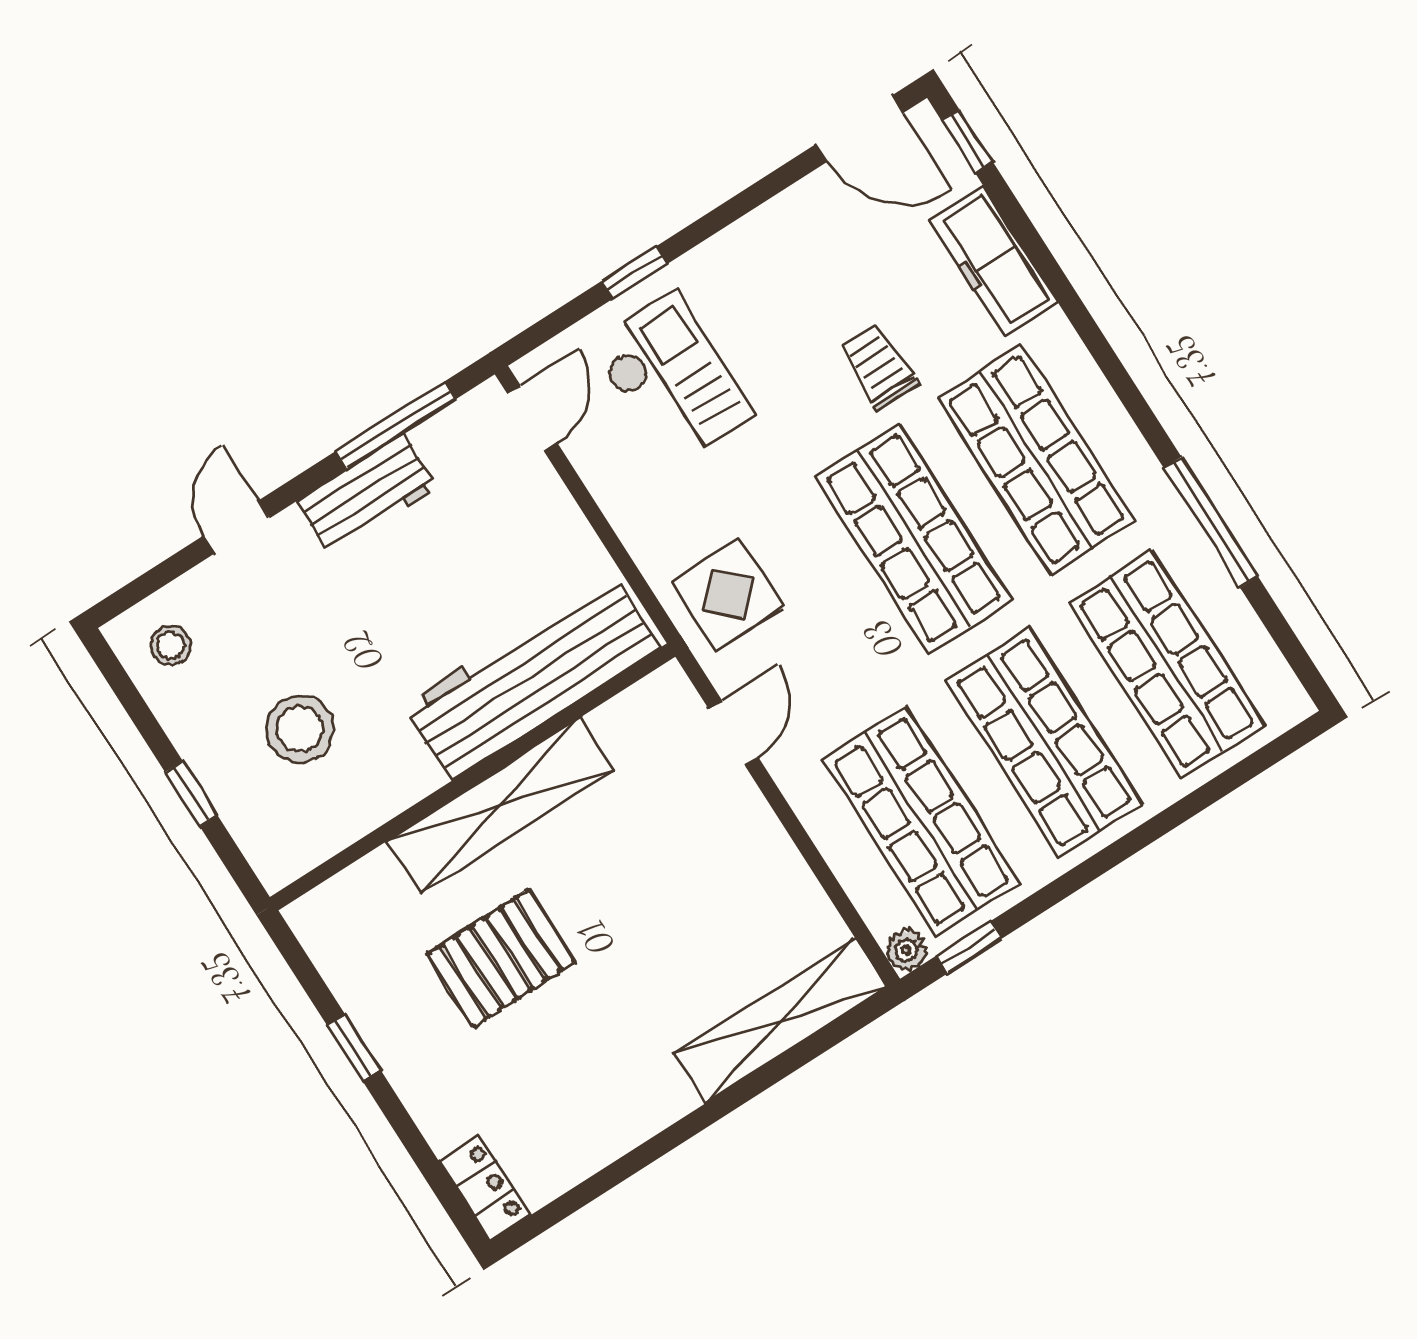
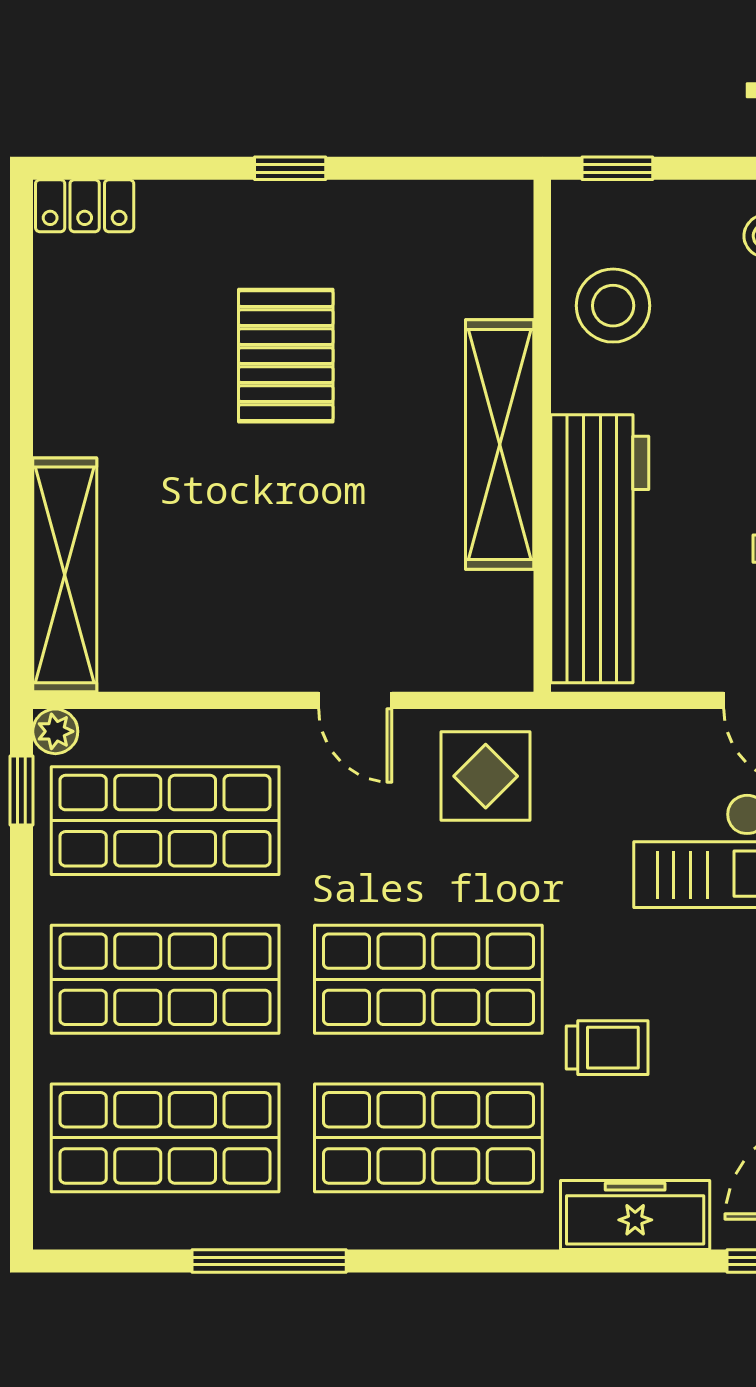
workbench: (532, 676) -> (600, 549), moved
wall: (473, 777) -> (542, 436), moved
shelving: (500, 806) -> (500, 444), moved

